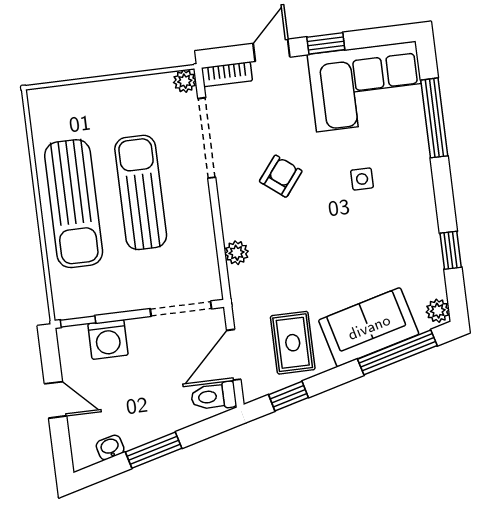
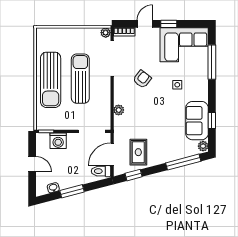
sofa: (369, 327) -> (197, 121), moved, turned -75

